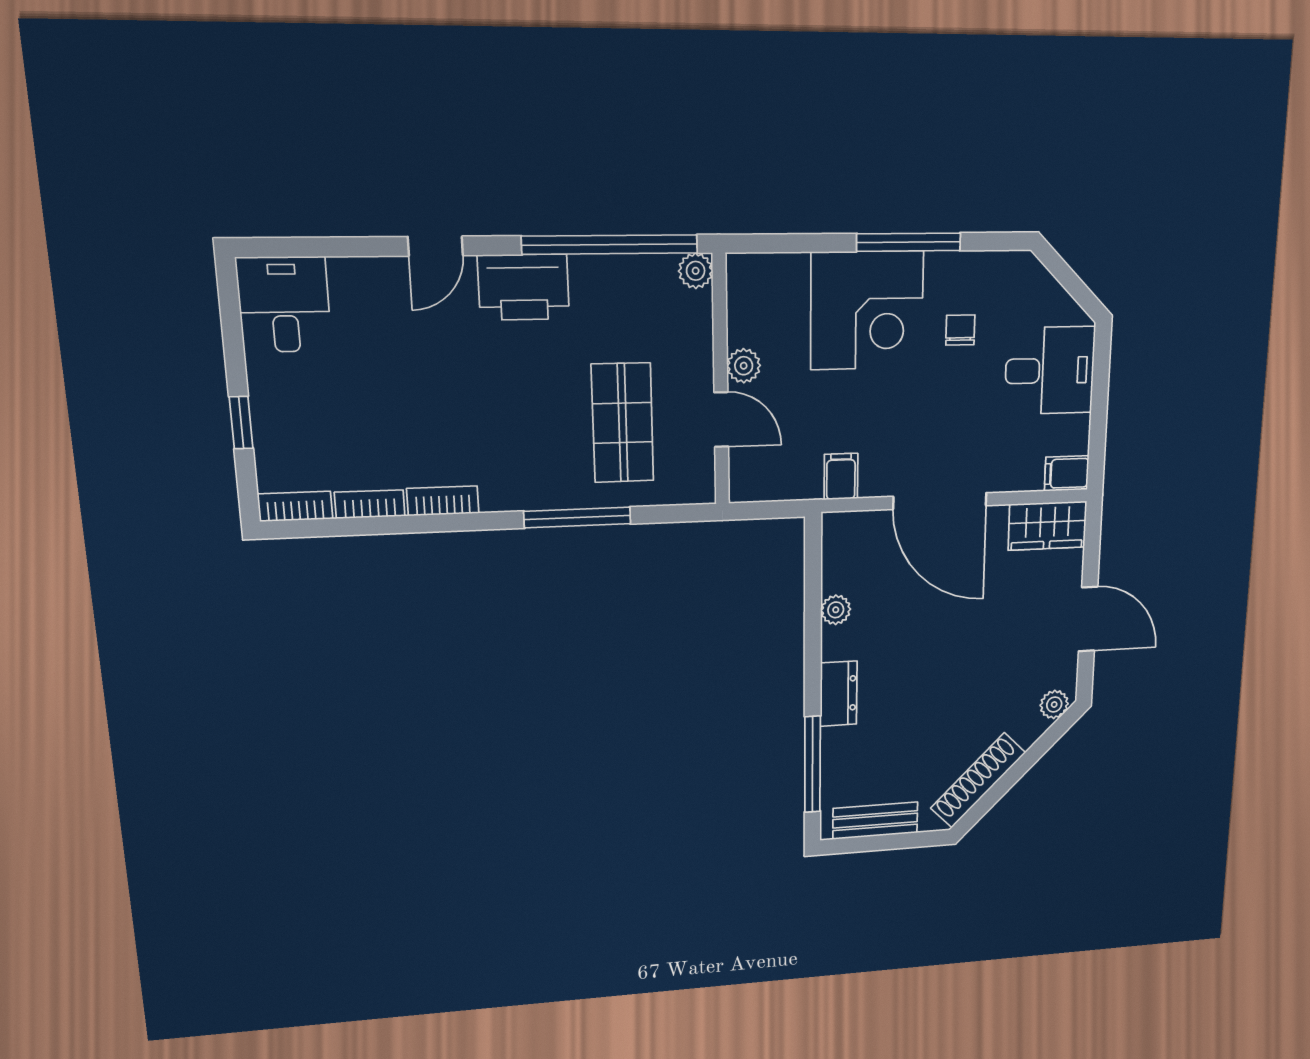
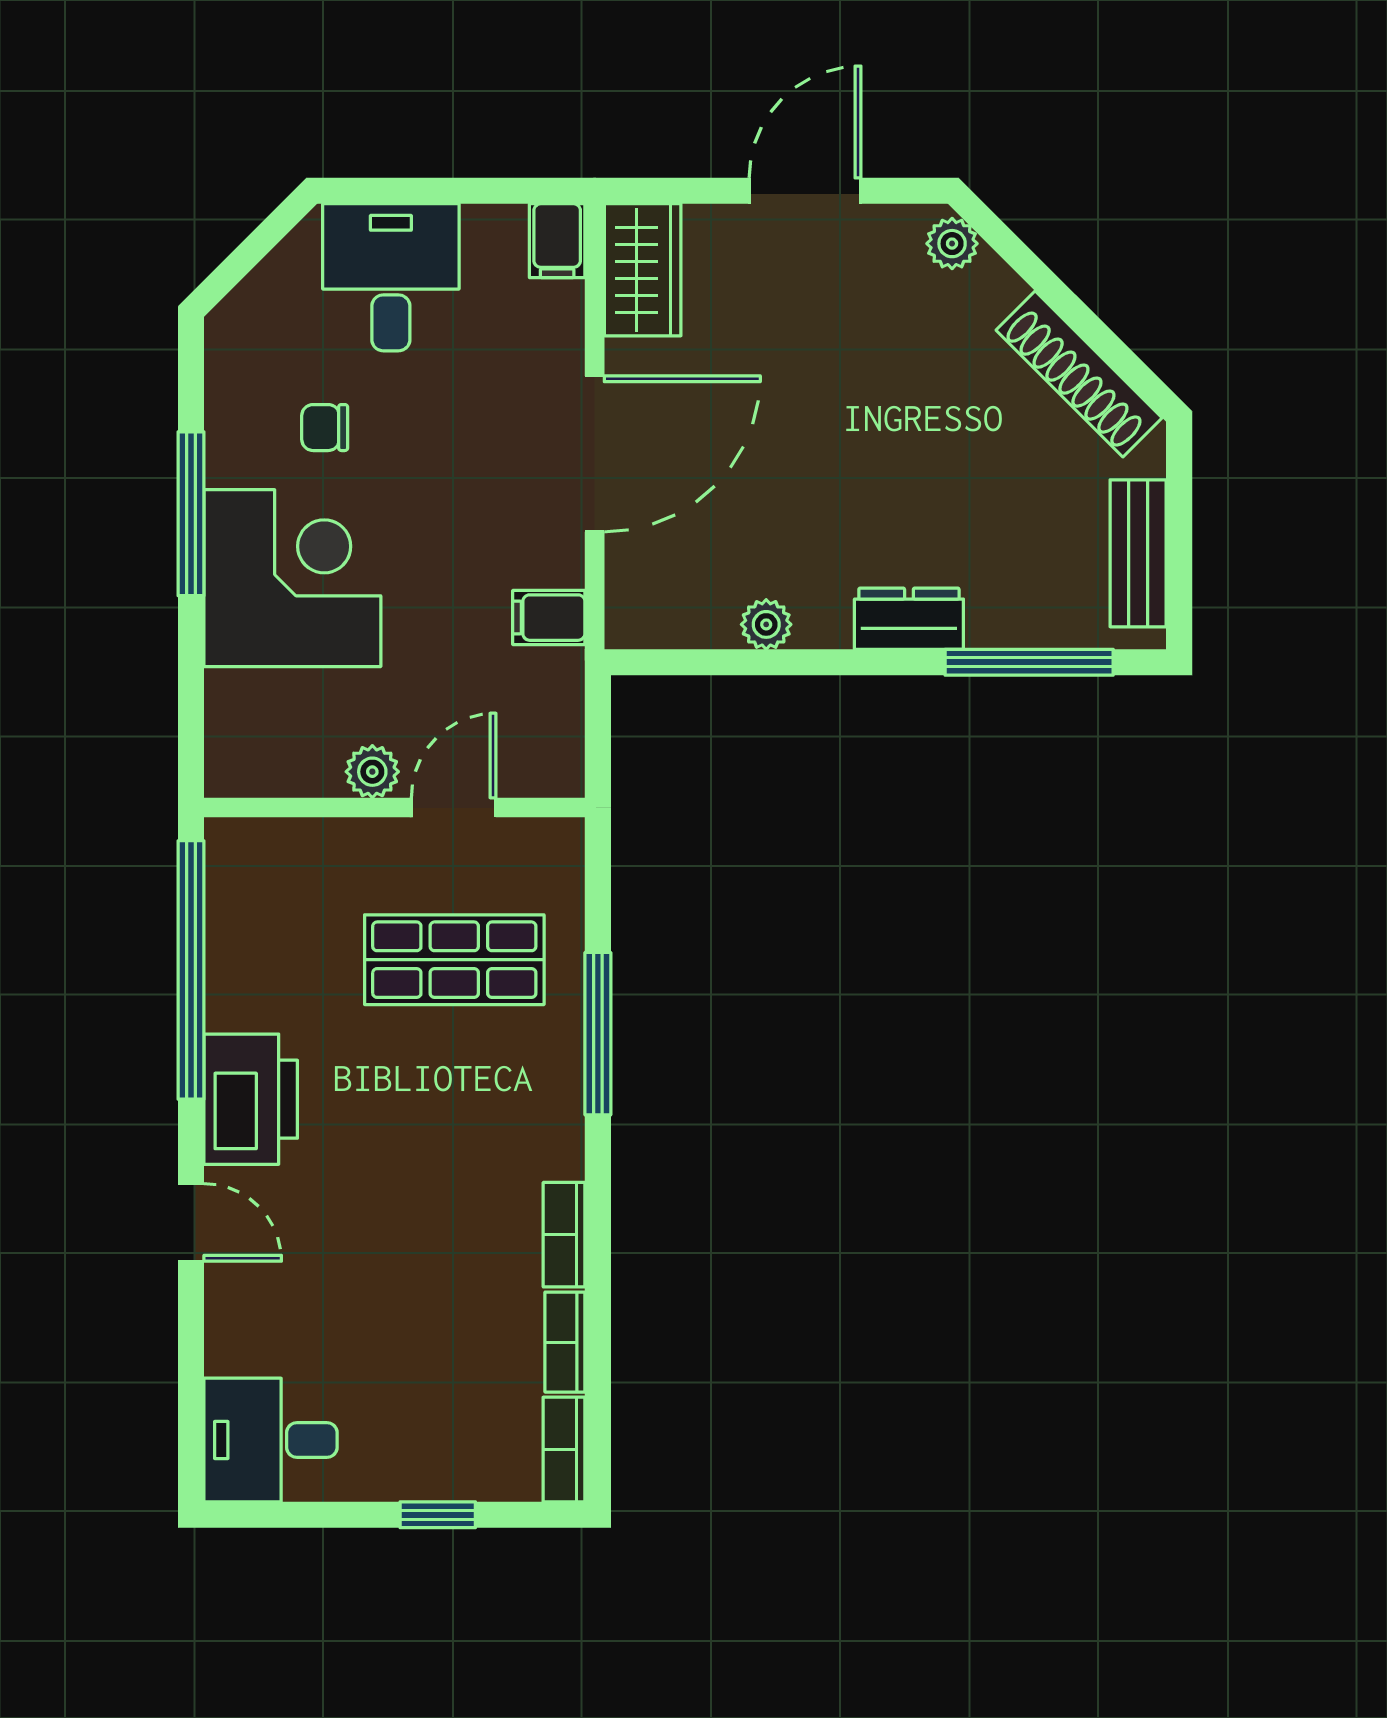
plant: (696, 271) -> (230, 843), removed

